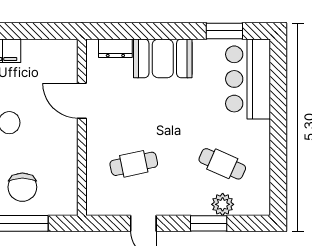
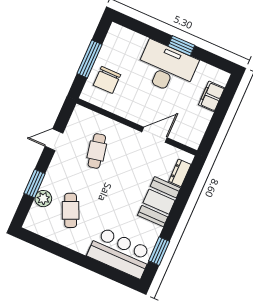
cafe table: (222, 164) -> (71, 210), turned -48
chair: (22, 187) -> (107, 80), moved, turned -90

